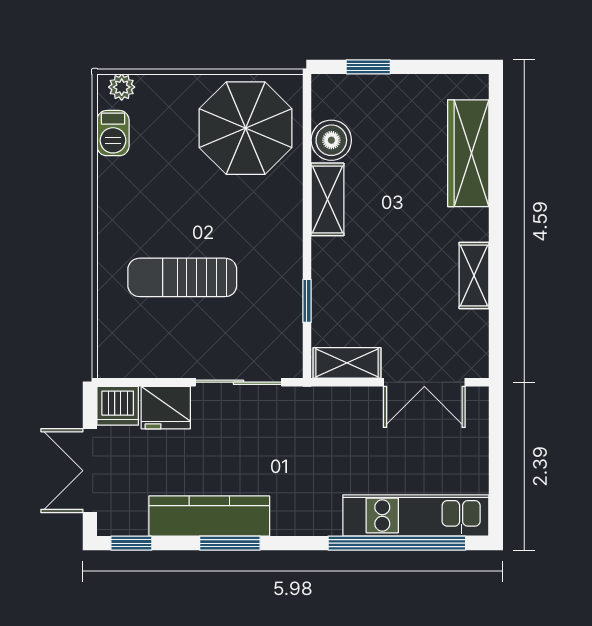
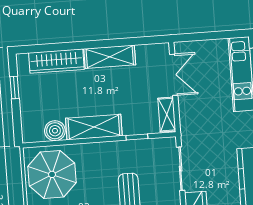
window: (368, 67) -> (14, 88), moved
shelving: (328, 199) -> (94, 127), width x1.50, depth x1.33
shelving: (474, 275) -> (110, 57), width x1.50, depth x1.33

